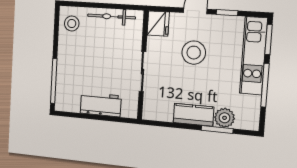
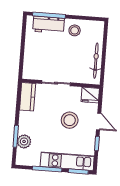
stool: (72, 23) -> (75, 30), moved
workbench: (101, 105) -> (49, 25), moved, turned 90
kitchen counter: (193, 115) -> (28, 97), moved

